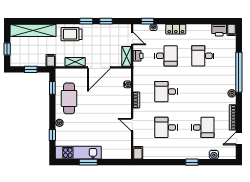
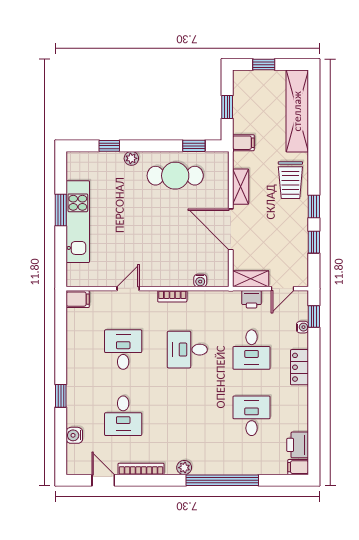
trolley: (72, 34) -> (290, 180), turned 180
desk: (166, 92) -> (187, 350), turned -90
kitchen unit: (78, 153) -> (78, 222), moved

